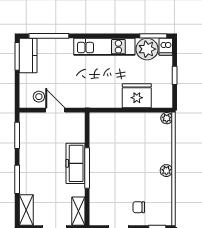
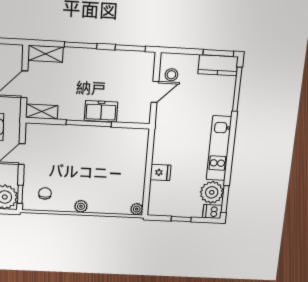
fridge: (137, 96) -> (160, 172), width x0.53, depth x0.75
freezer: (75, 163) -> (101, 111), width x0.71
chair: (139, 207) -> (45, 193), moved

